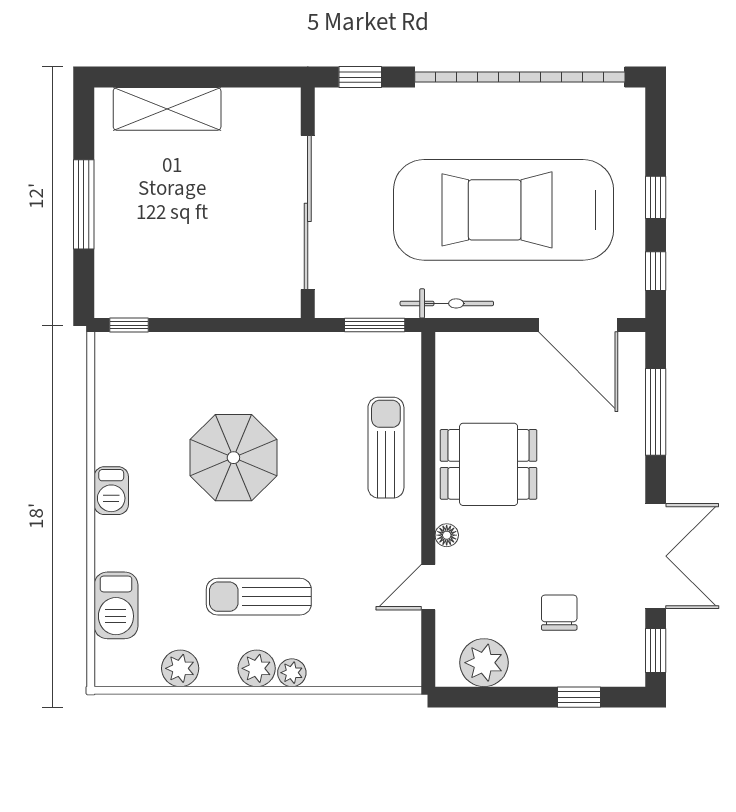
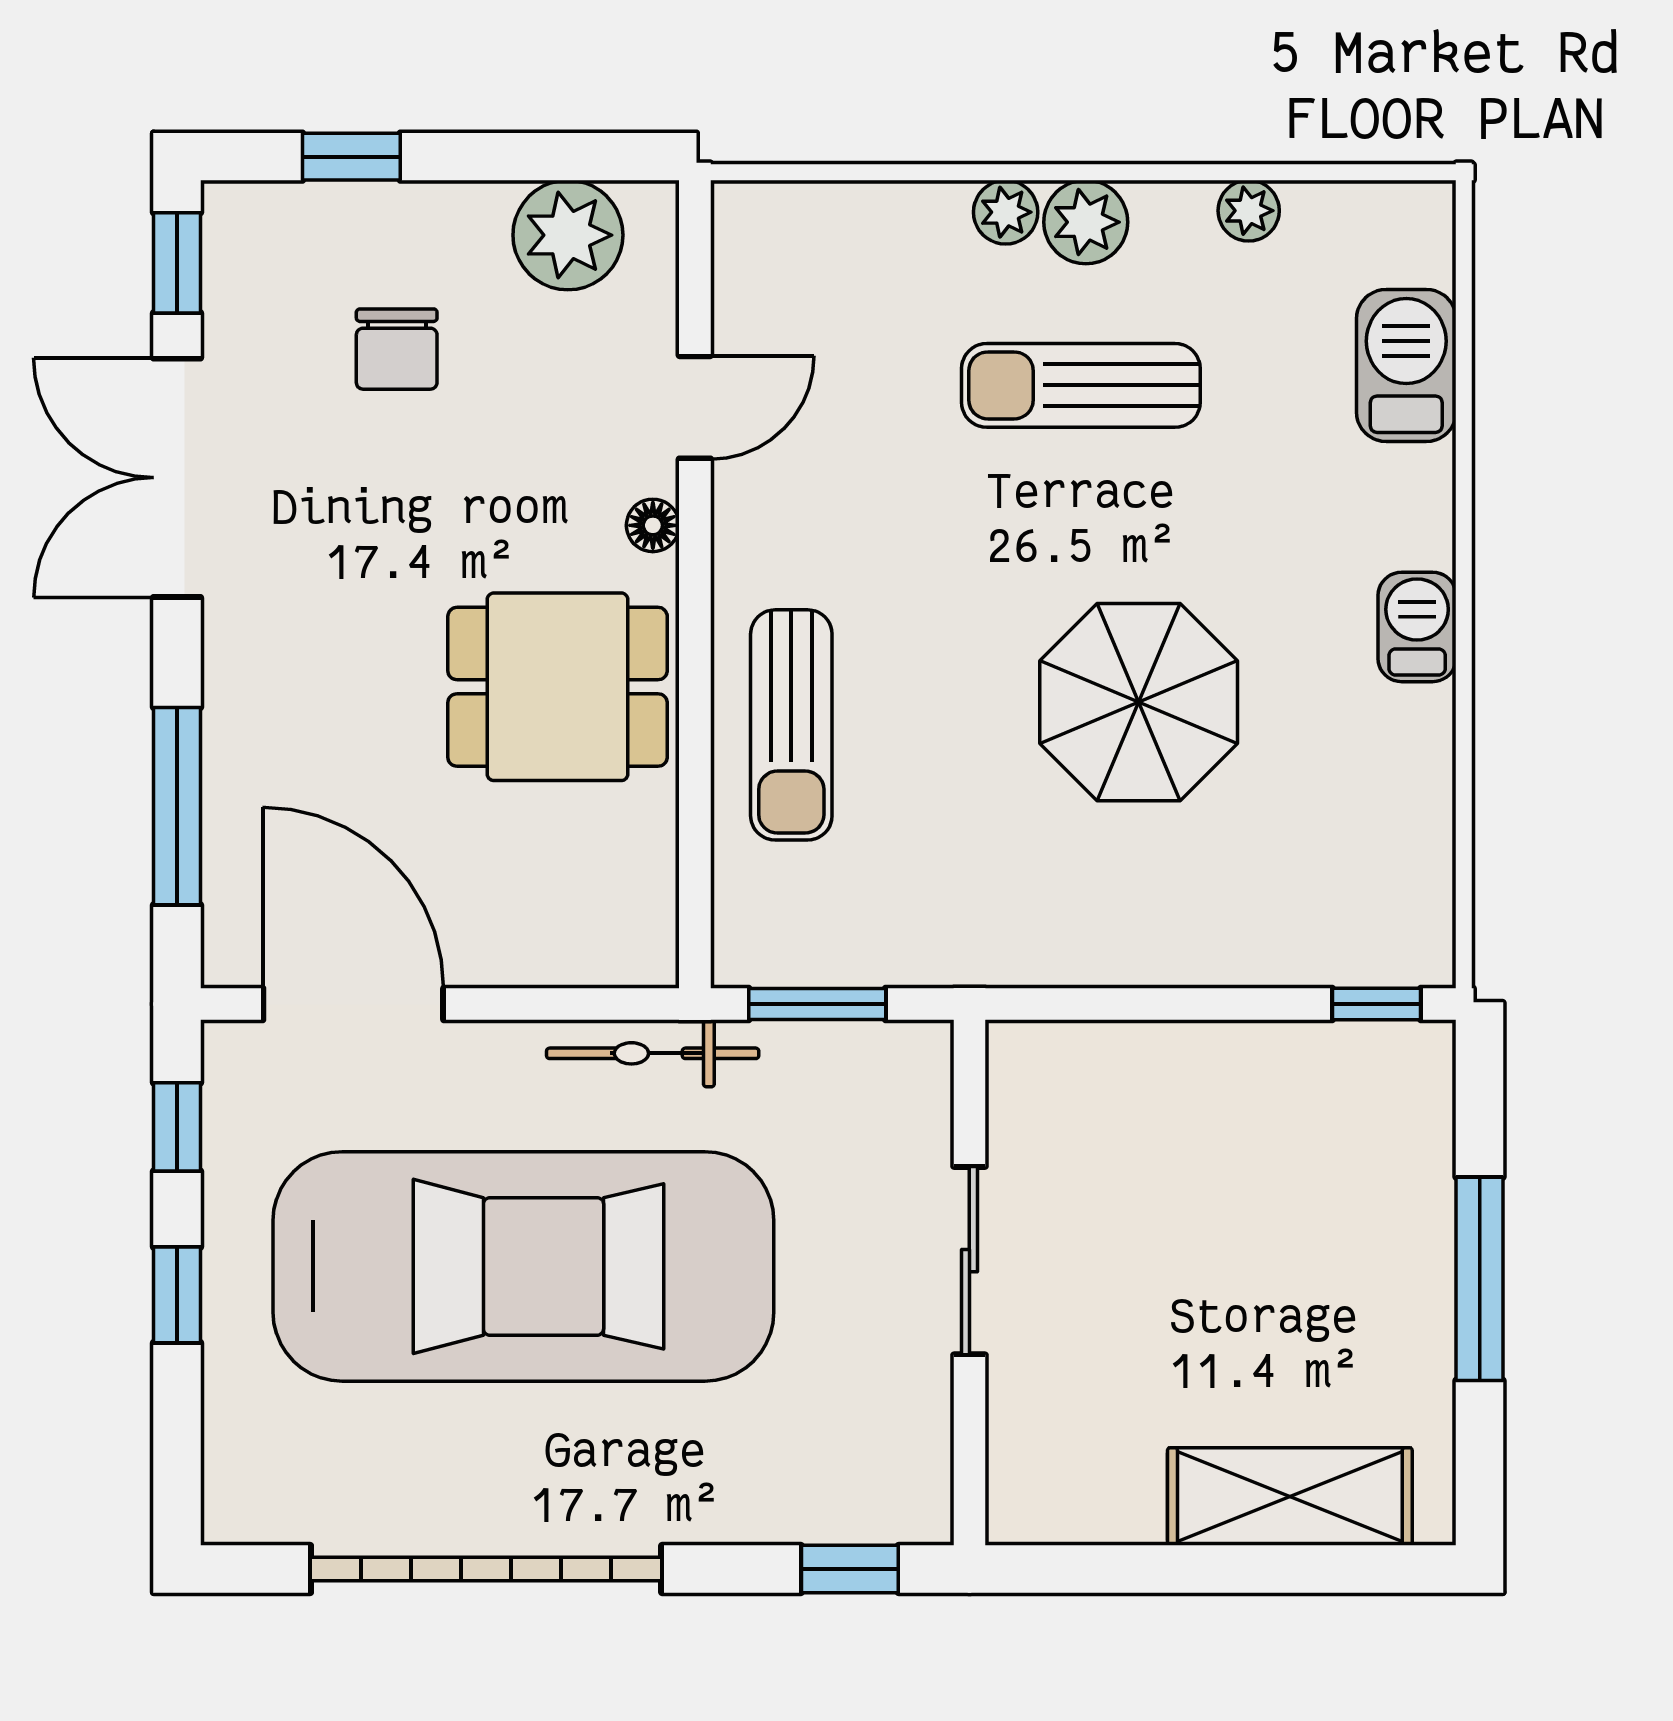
garage door: (520, 77) -> (486, 1569), width x0.73
sliding door: (308, 212) -> (969, 1261), width x0.54
sun lounger: (259, 597) -> (1081, 385), turned 180
plant: (180, 668) -> (1249, 211), width x0.73, depth x0.73

